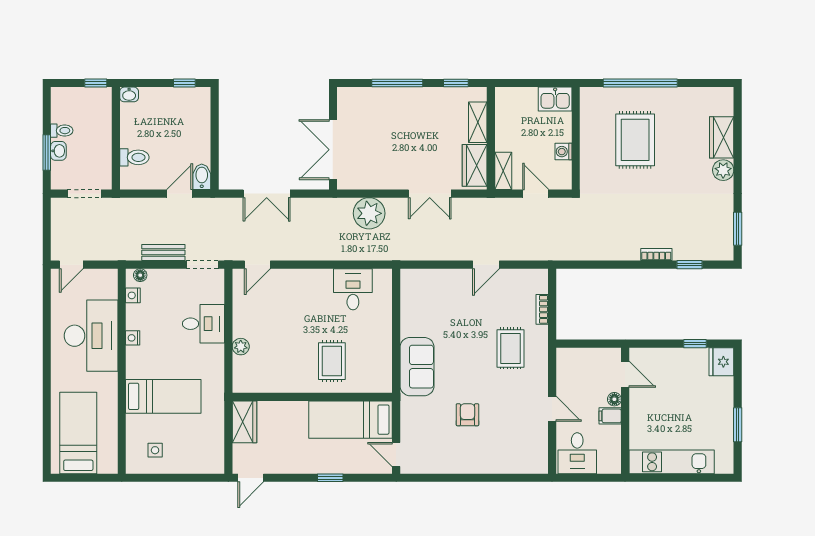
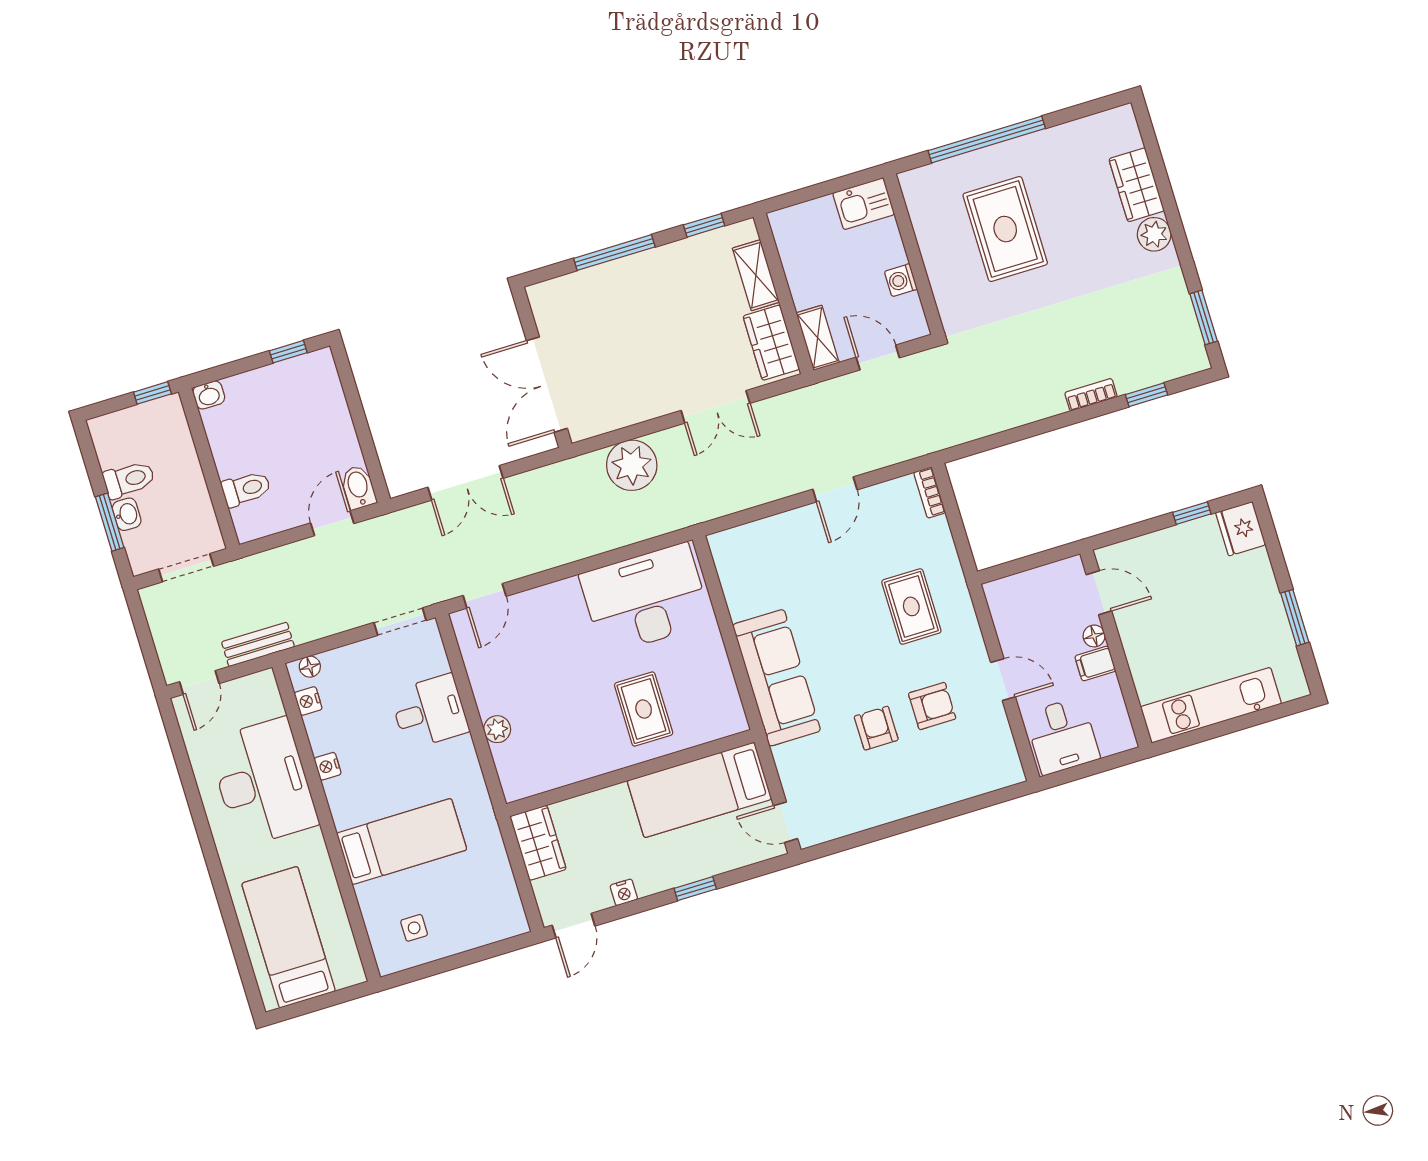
toilet: (62, 131) -> (129, 480), width x1.37, depth x1.39
bench: (163, 252) -> (258, 644), moved
desk: (353, 289) -> (645, 599), width x1.87, depth x1.30
bookcase: (542, 309) -> (930, 493), moved
sofa: (417, 367) -> (777, 678), width x1.36
armchair: (505, 412) -> (932, 706), added
nightstand: (287, 467) -> (624, 892), added

